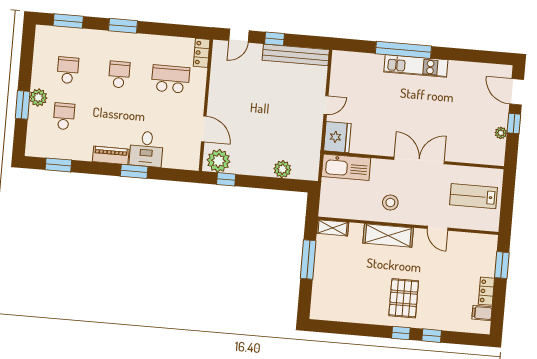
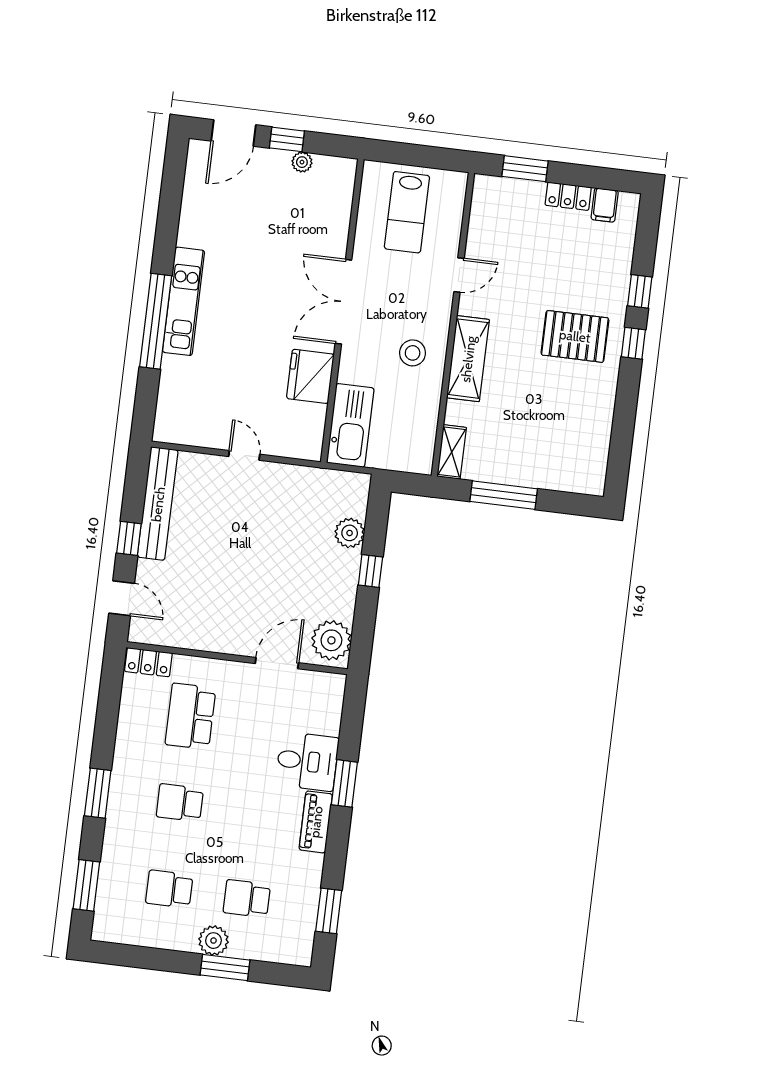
fridge: (337, 137) -> (310, 376), moved, turned -90
window: (226, 179) -> (370, 571), moved

